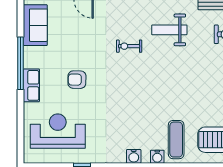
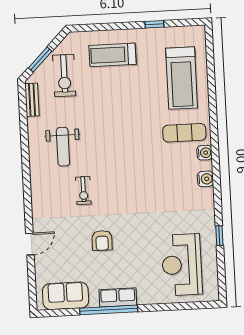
armchair: (77, 80) -> (102, 240), moved
row of seats: (31, 85) -> (118, 297), moved

